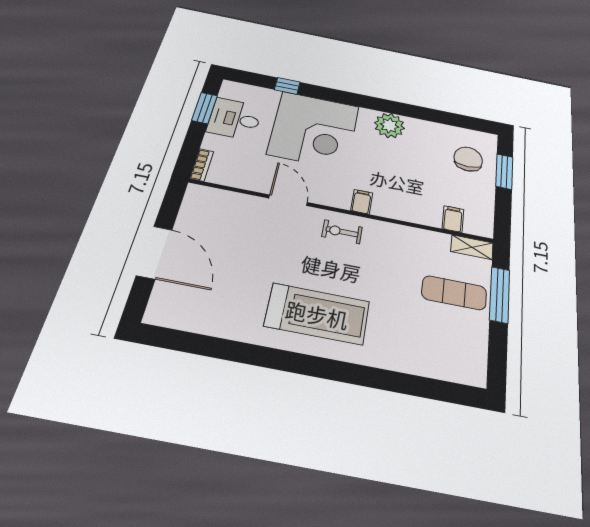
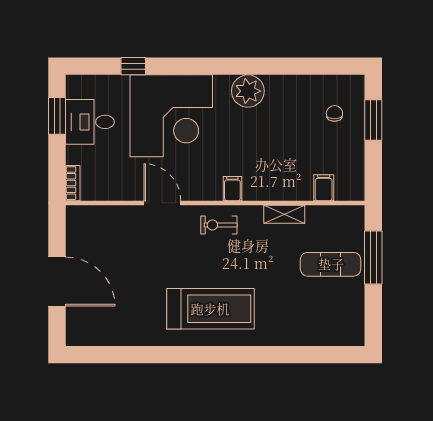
chair: (468, 159) -> (334, 113), width x0.54, depth x0.54
shelving: (472, 247) -> (284, 214), moved

